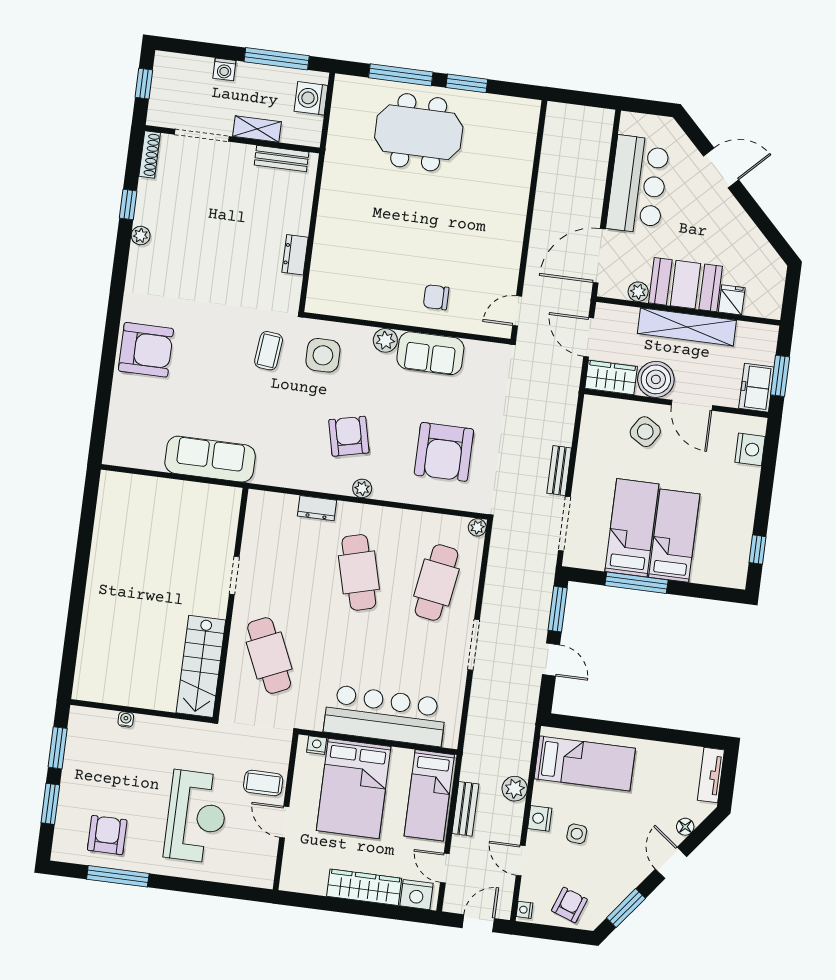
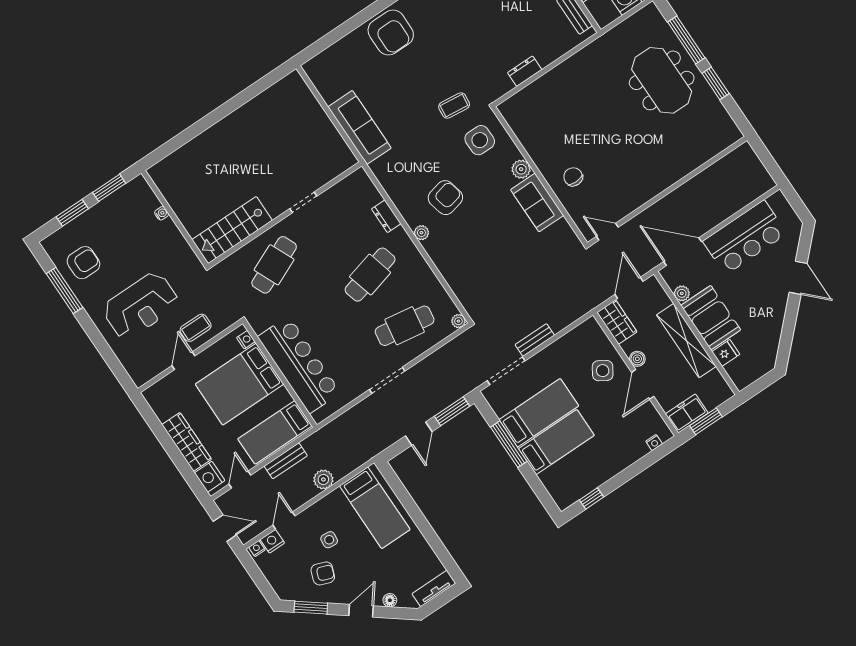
boiler: (656, 379) -> (637, 359), width x0.54, depth x0.54
nightstand: (750, 449) -> (654, 443), width x0.53, depth x0.56
armchair: (444, 452) -> (486, 262), removed
coffee table: (263, 783) -> (196, 328), turned 90
nightstand: (540, 818) -> (272, 541), moved
armchair: (569, 905) -> (323, 573), moved

